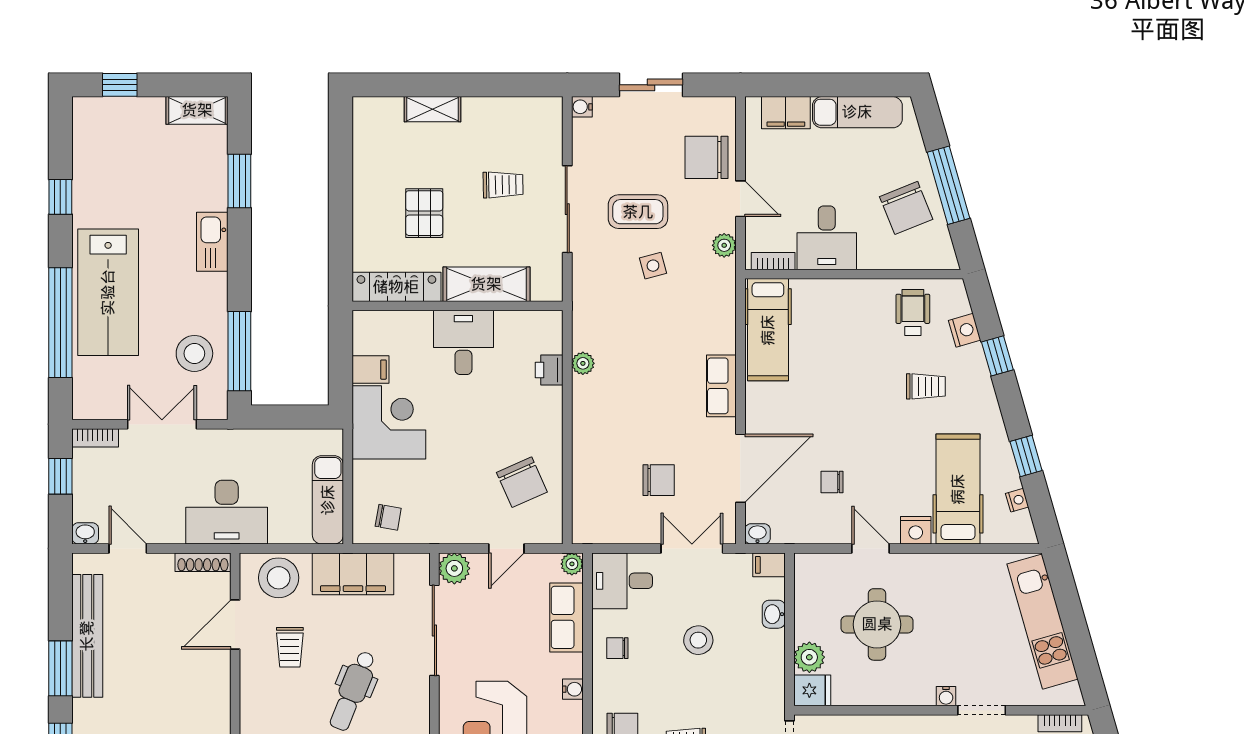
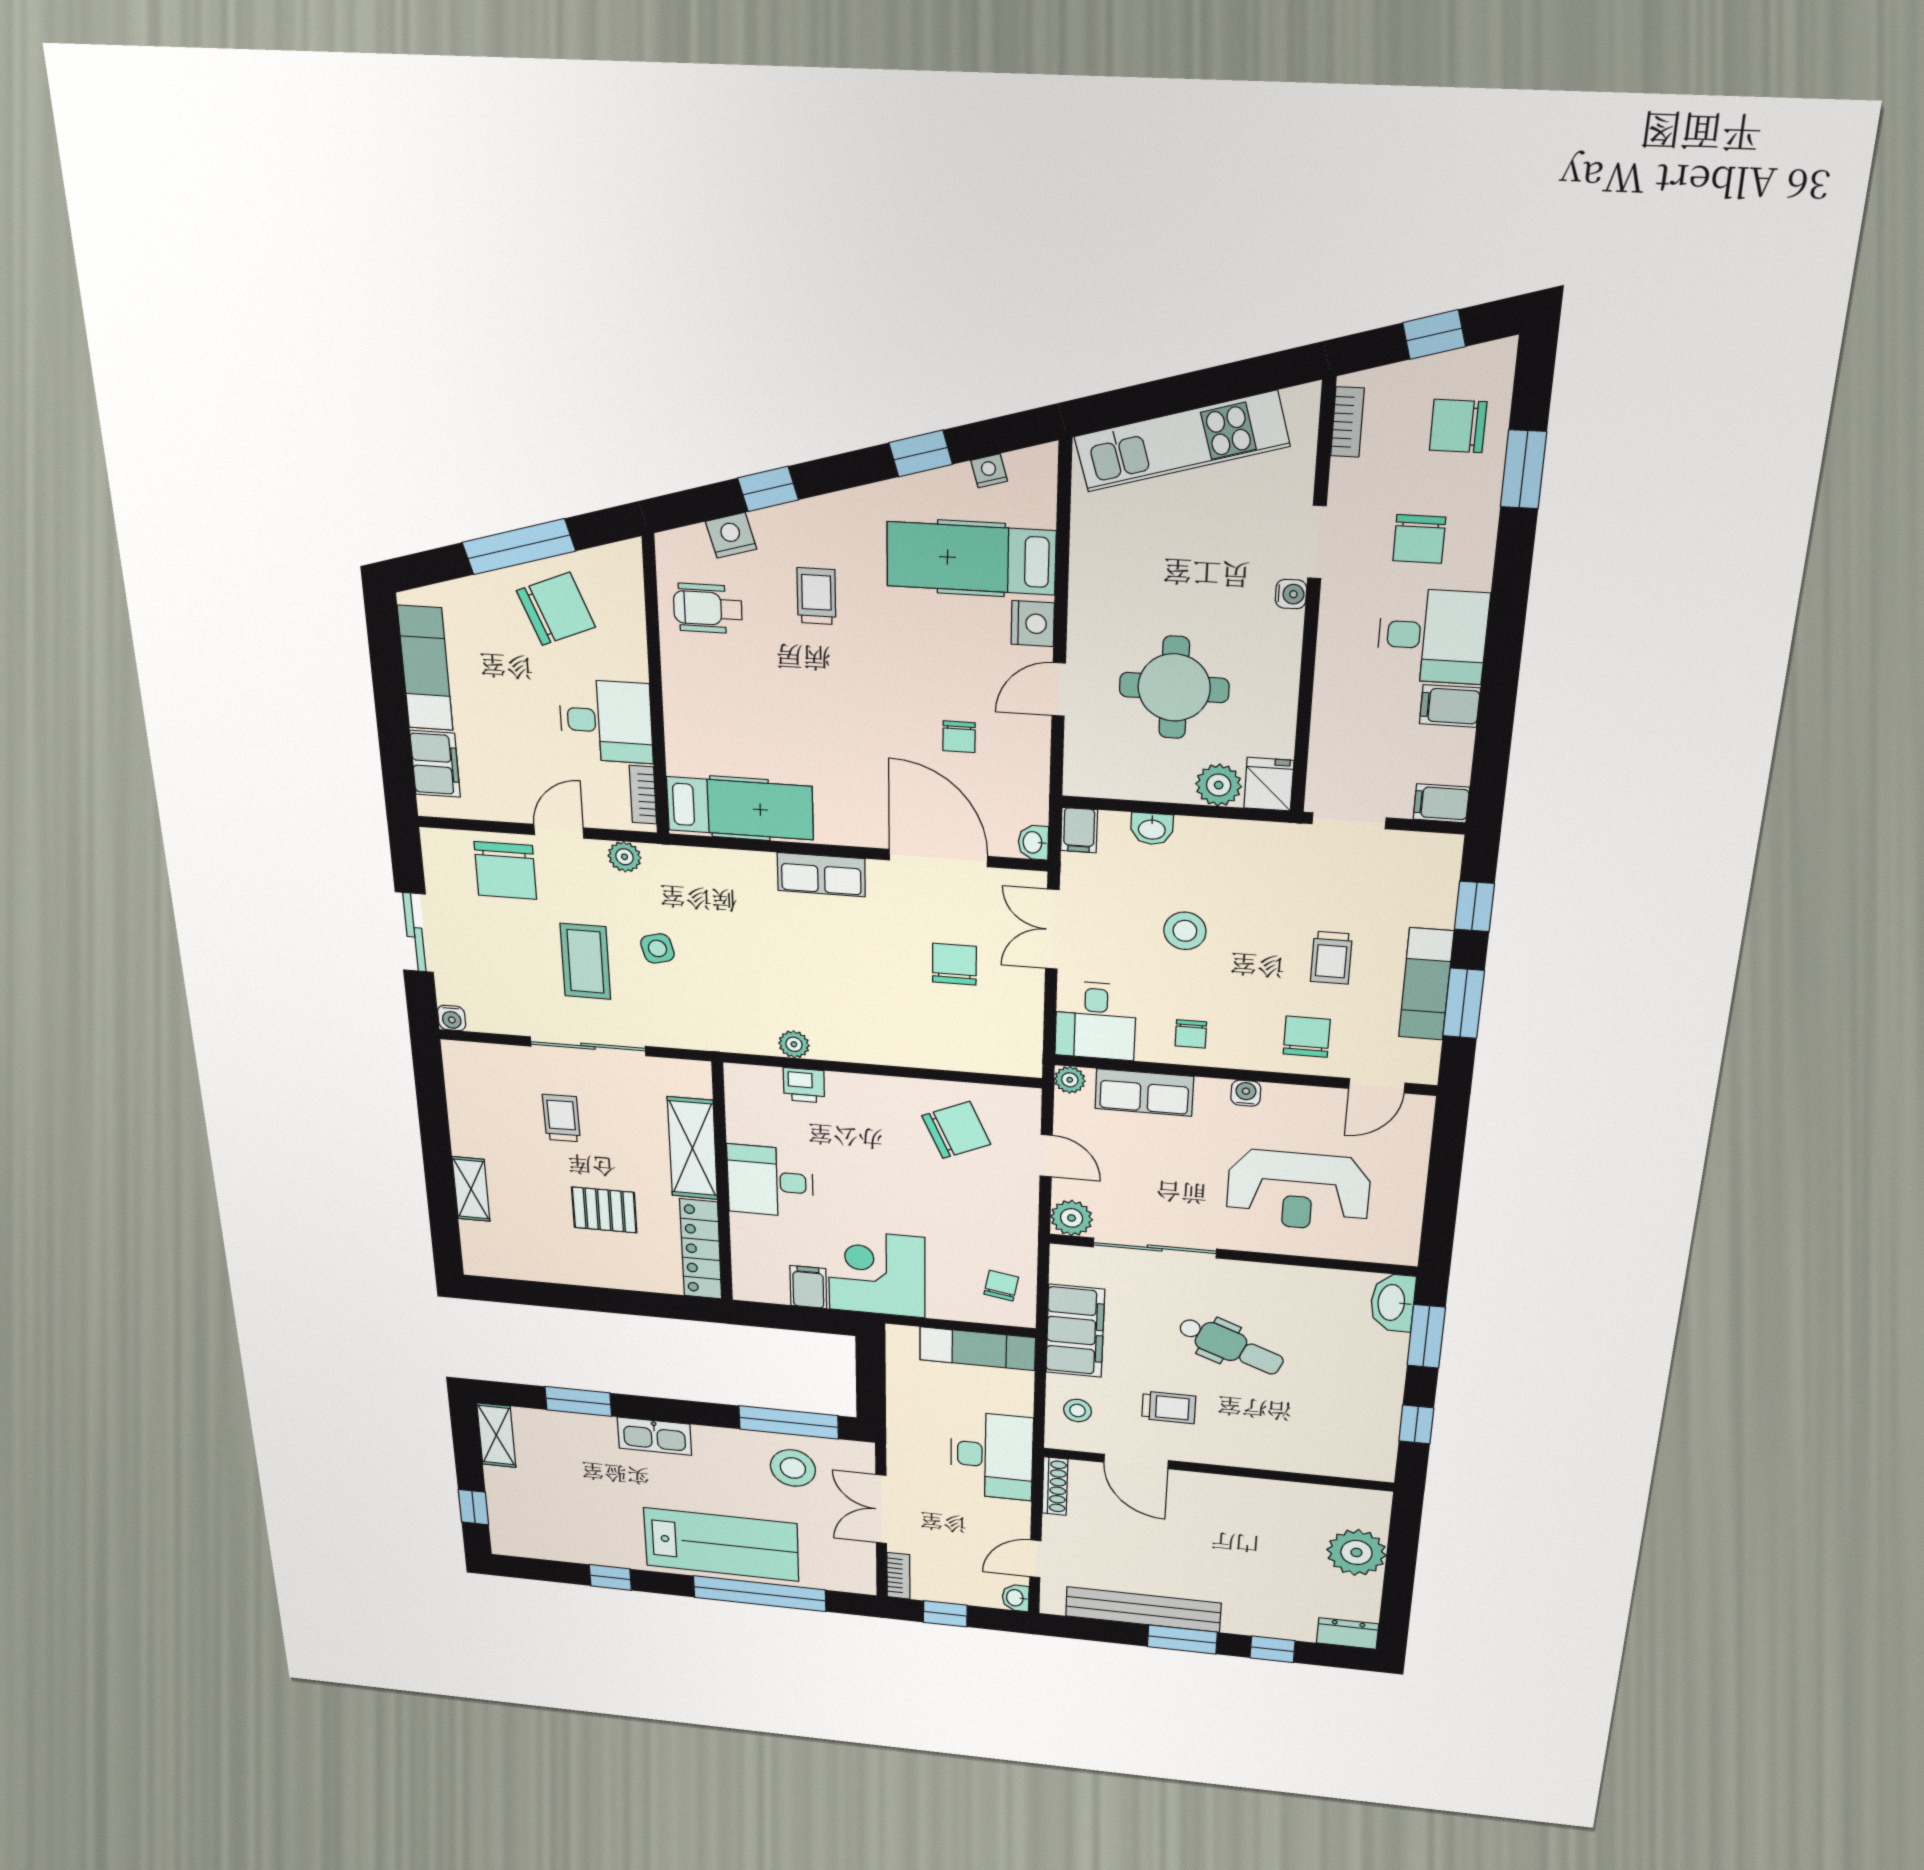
stool: (279, 578) -> (1077, 1411), width x0.53, depth x0.53

